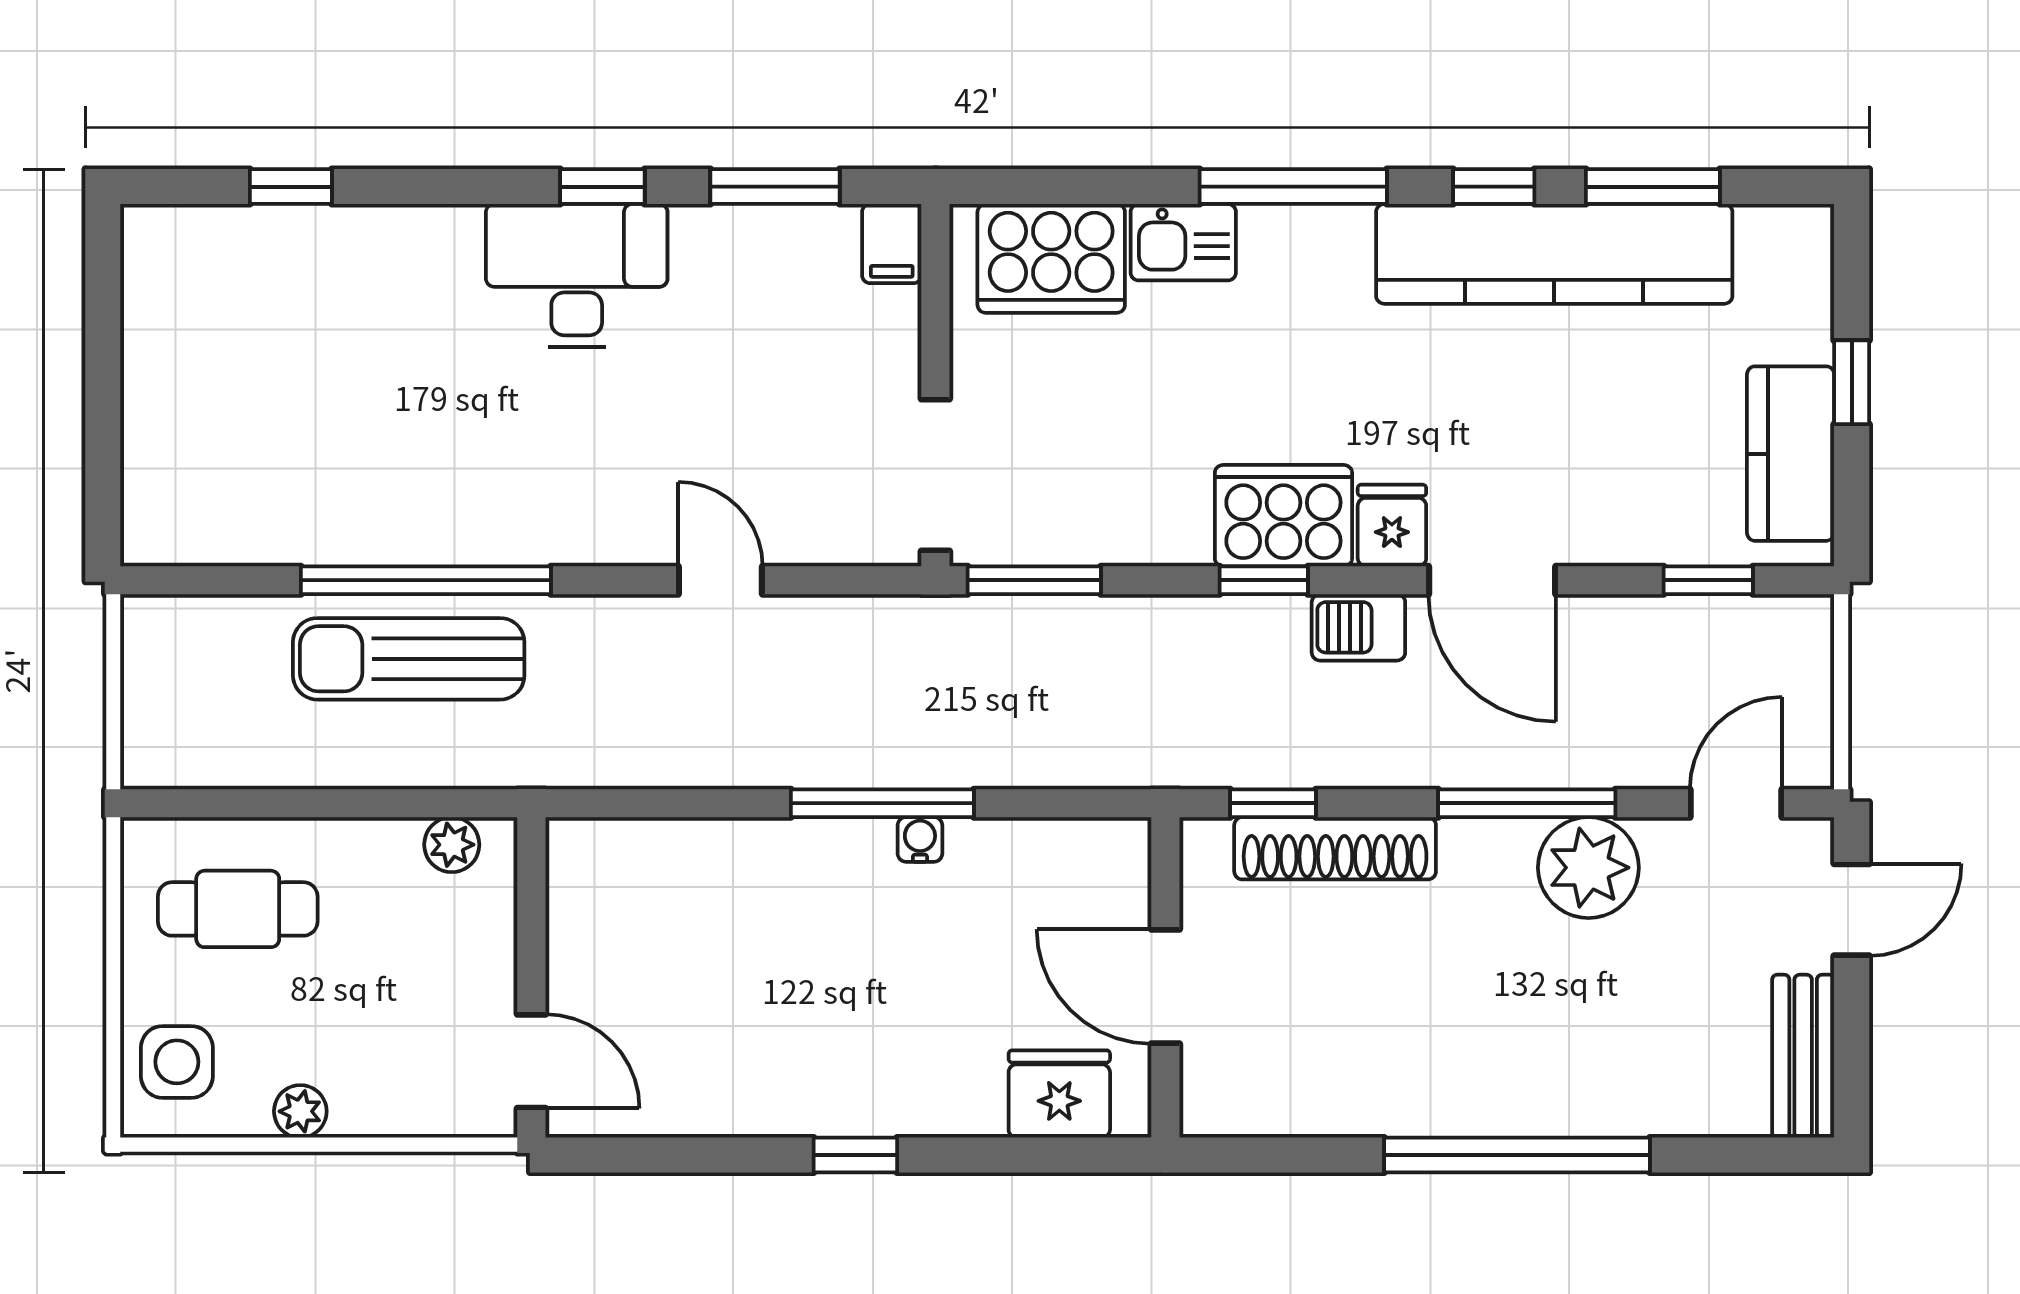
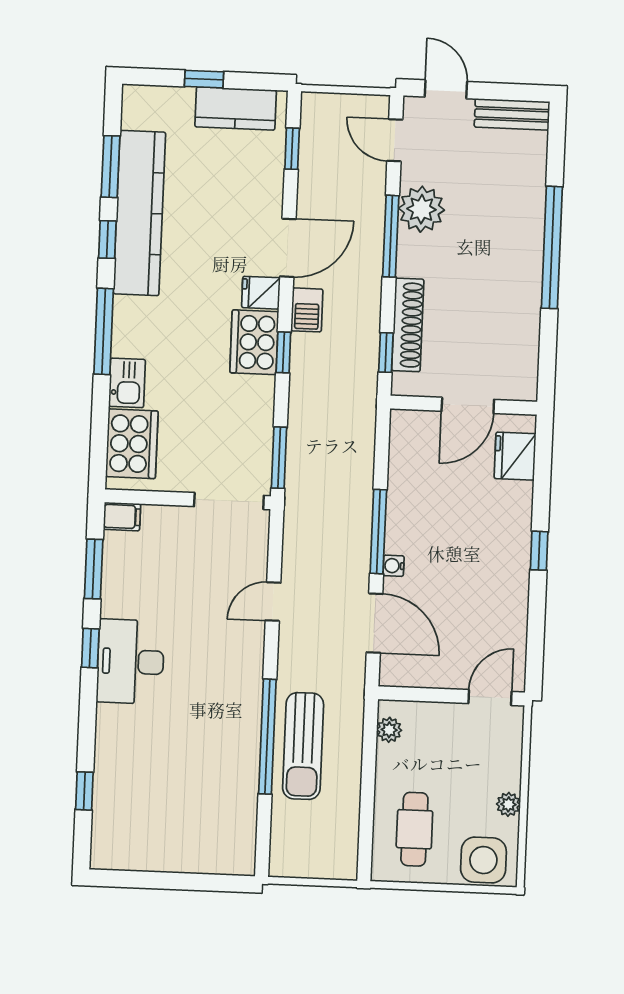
door: (683, 803) -> (375, 623), added
water cooler: (920, 839) -> (394, 566), moved
side table: (177, 1062) -> (483, 860), width x1.37, depth x1.37

